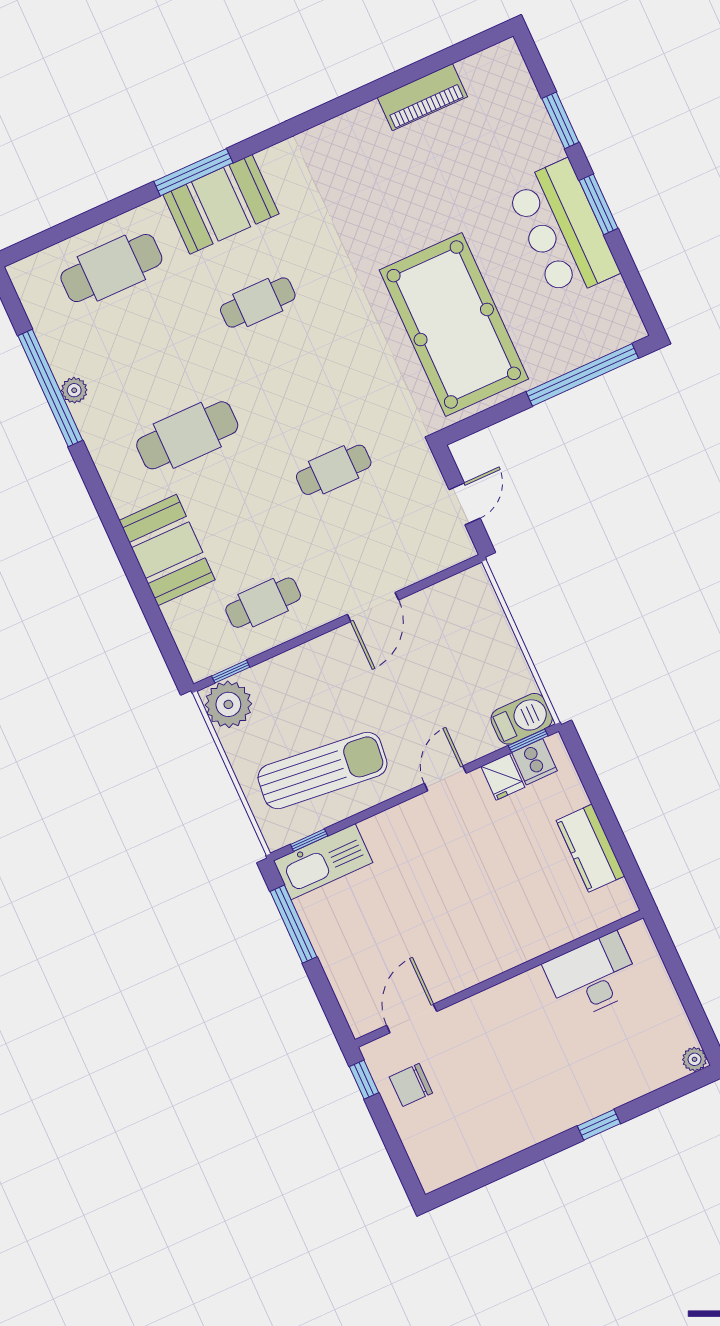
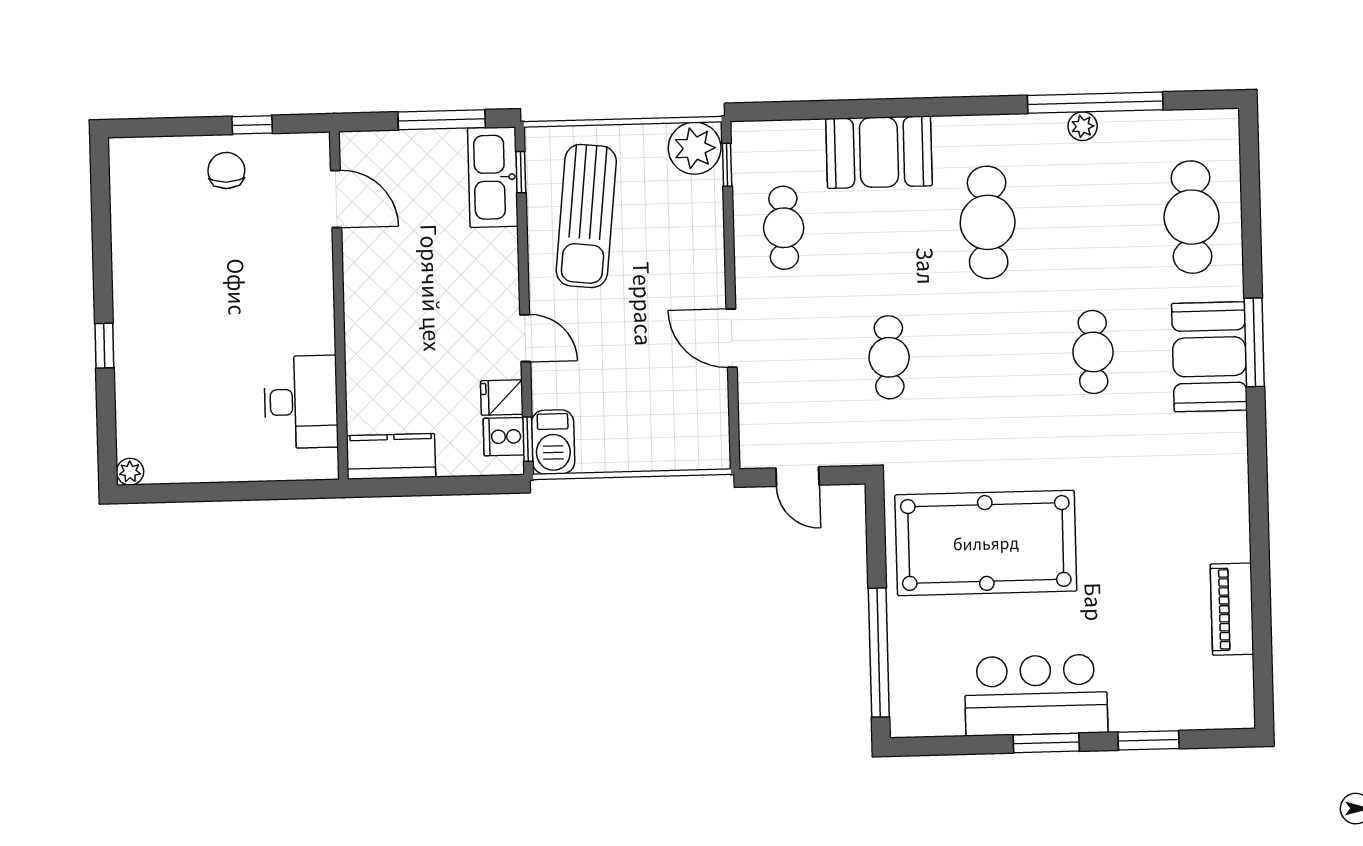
desk: (592, 976) -> (301, 402), moved
wall: (499, 979) -> (339, 306), moved
door: (412, 1018) -> (336, 199), moved

